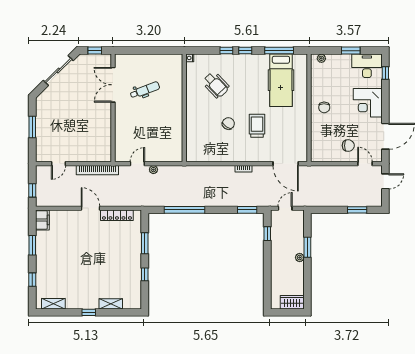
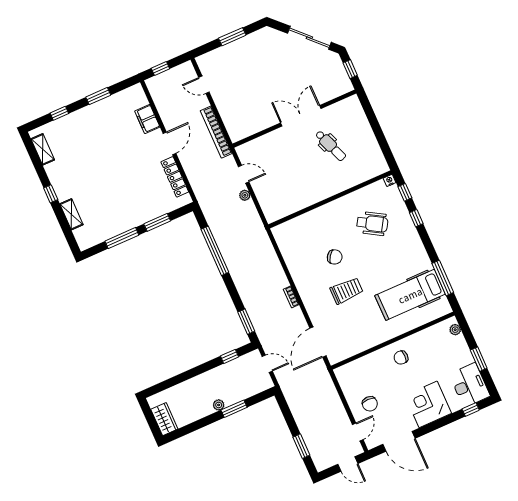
window: (245, 51) -> (405, 192), moved
double door: (113, 85) -> (301, 116), moved
wheelchair: (216, 85) -> (372, 223), turned -105
filing cabinet: (42, 220) -> (147, 119), moved, turned 90
window: (145, 274) -> (122, 238), width x2.17

